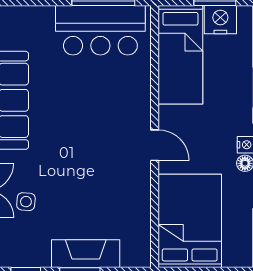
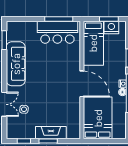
door: (155, 145) -> (82, 84), width x1.88

